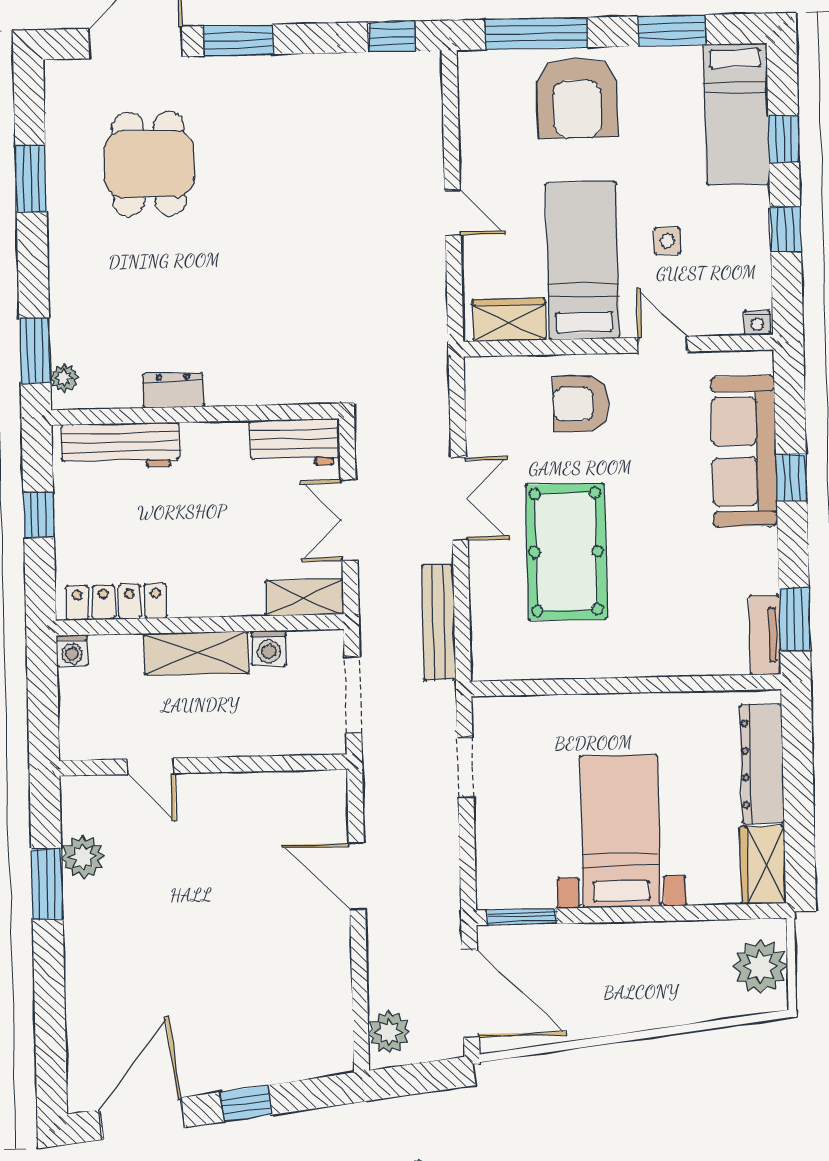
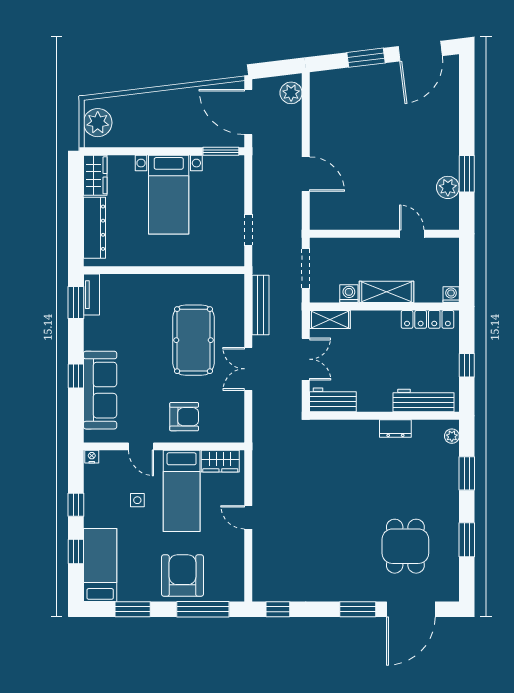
window: (35, 350) -> (467, 473), moved
window: (246, 1103) -> (366, 58), width x1.50

